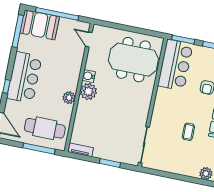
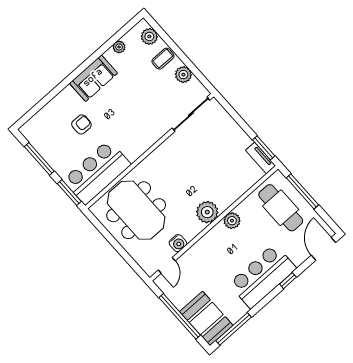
water cooler: (89, 76) -> (178, 243), moved
coffee table: (188, 132) -> (163, 59), moved
window: (110, 163) -> (264, 148), moved
plant: (167, 166) -> (183, 75), added

